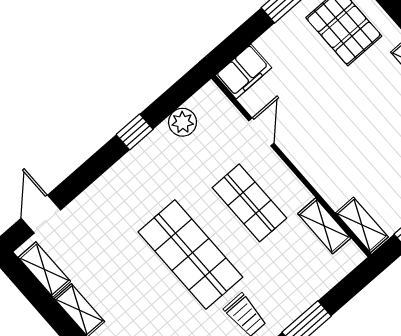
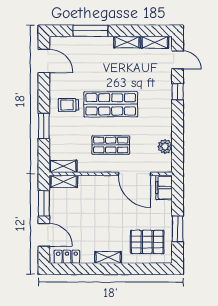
window: (135, 132) -> (178, 92), moved
door: (261, 132) -> (134, 174), width x1.87
shelving: (324, 226) -> (63, 166), moved

